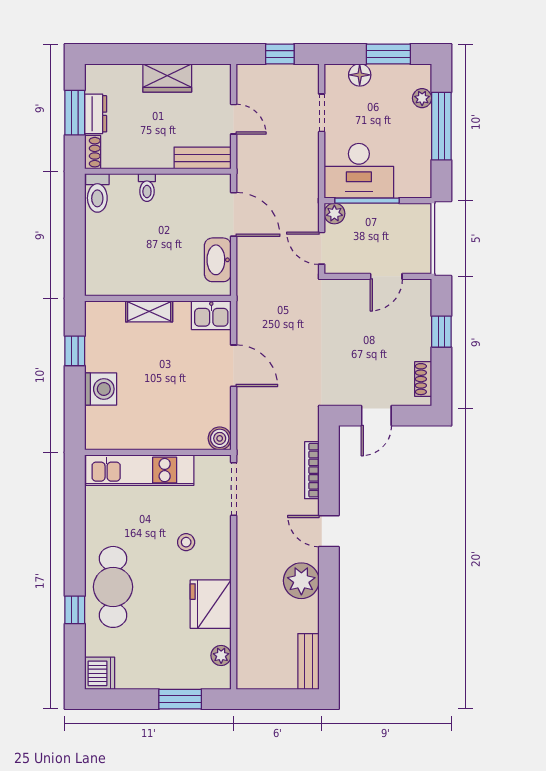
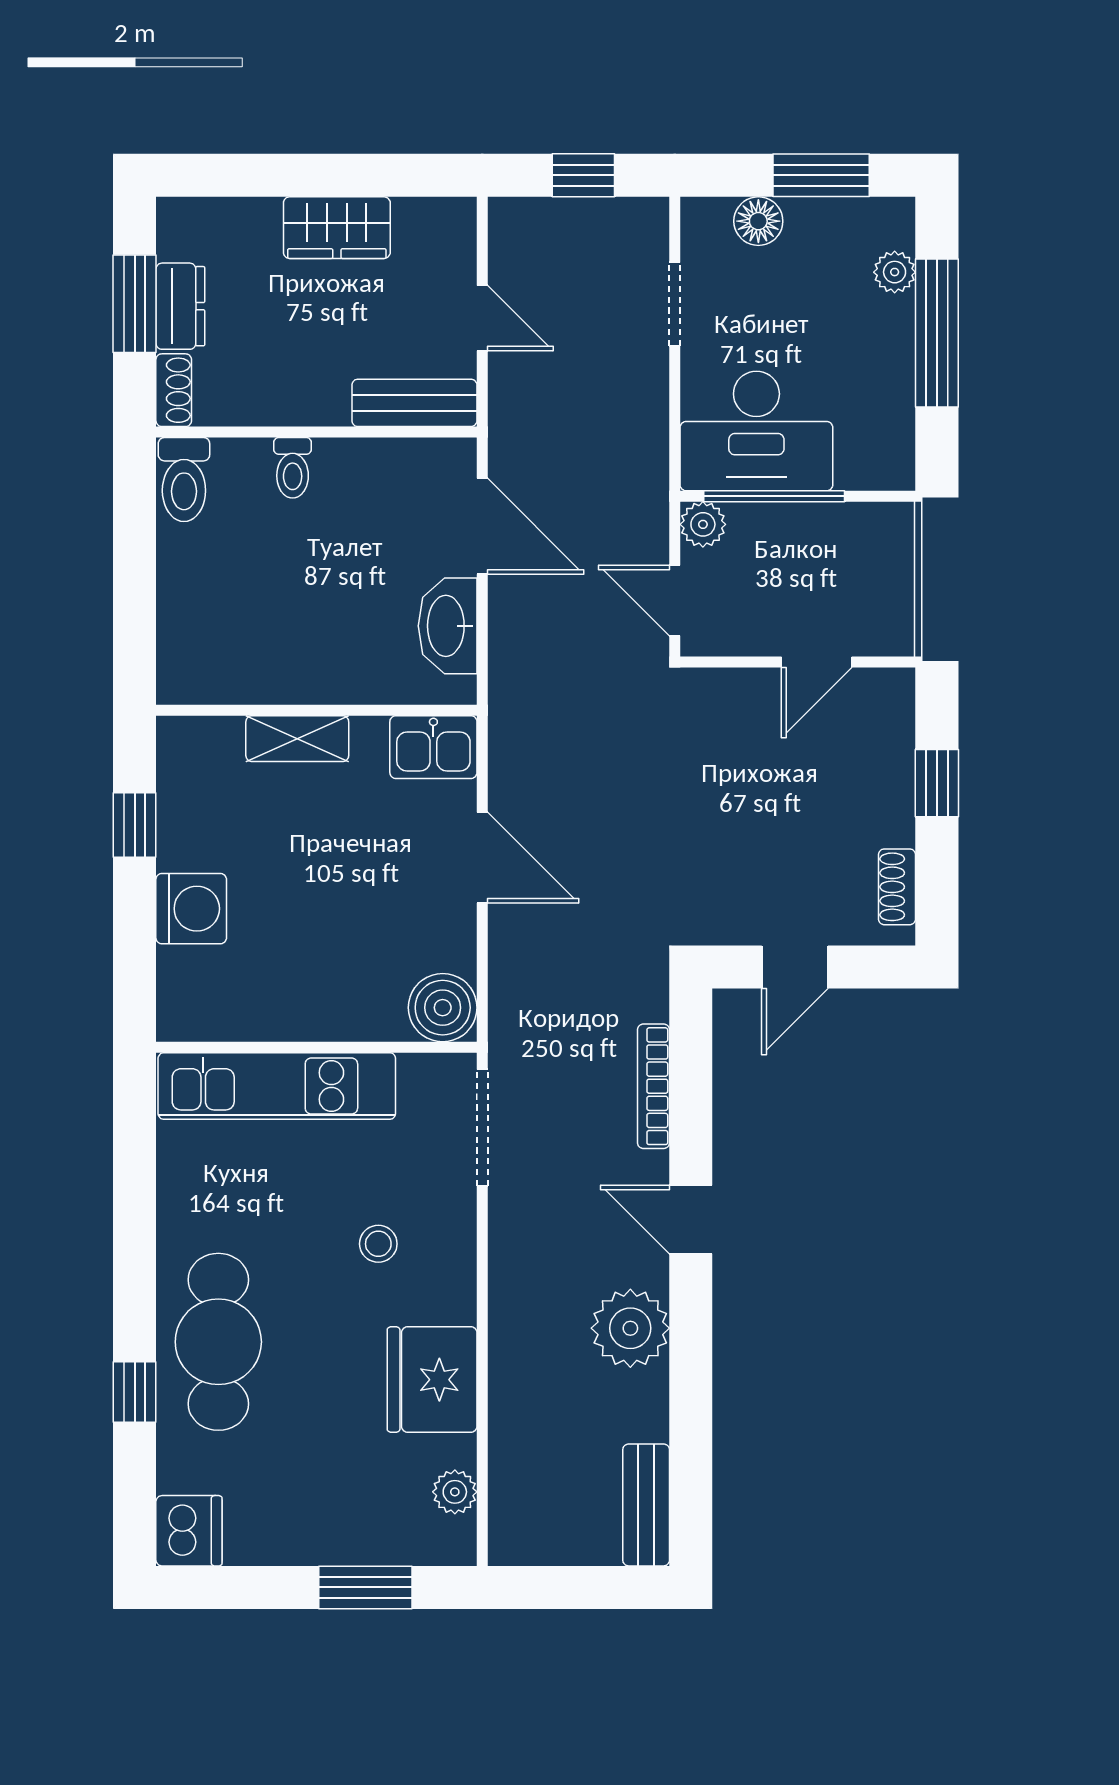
boiler: (220, 438) -> (443, 1008), width x1.36, depth x1.36

